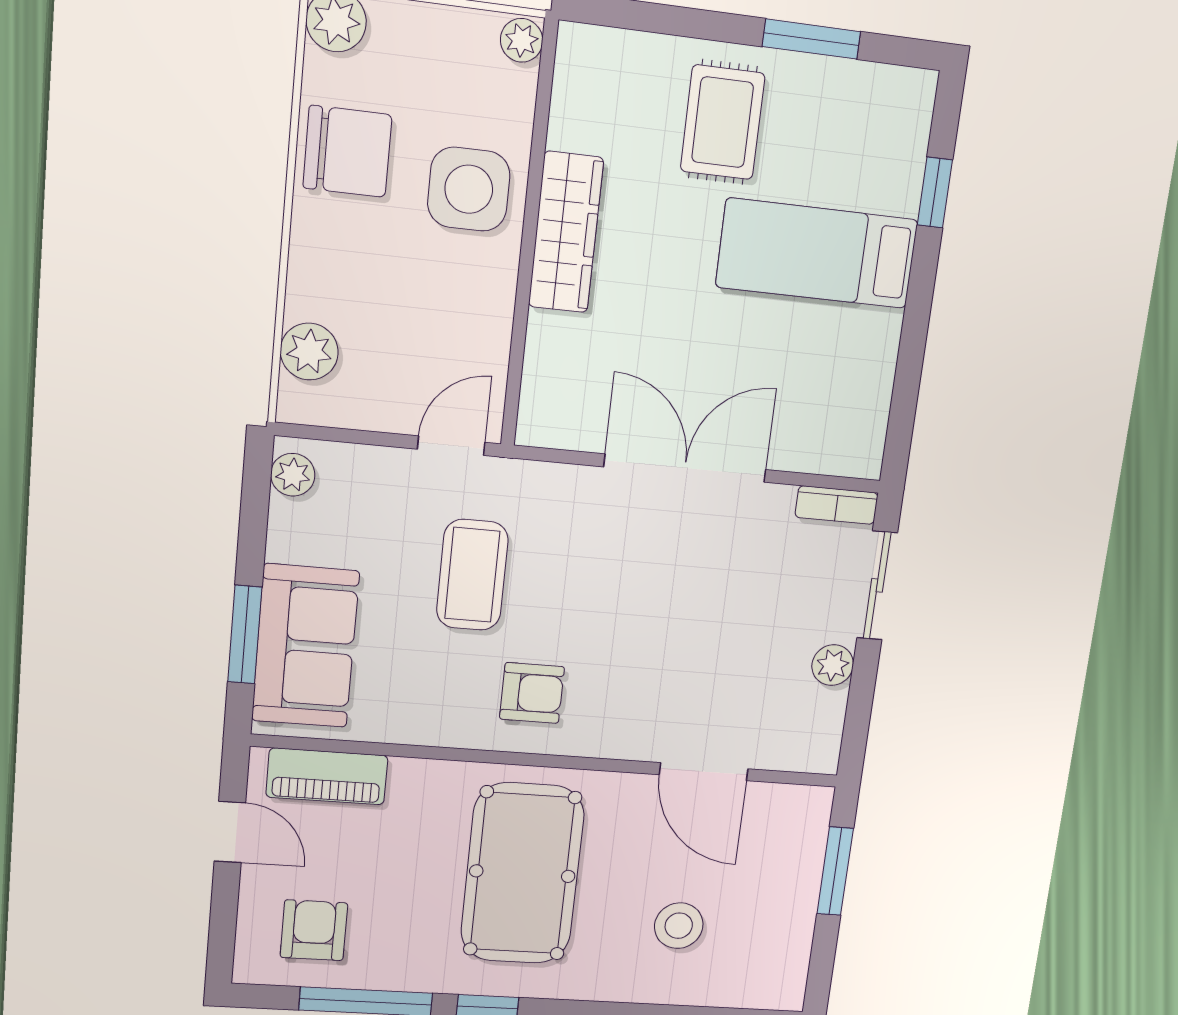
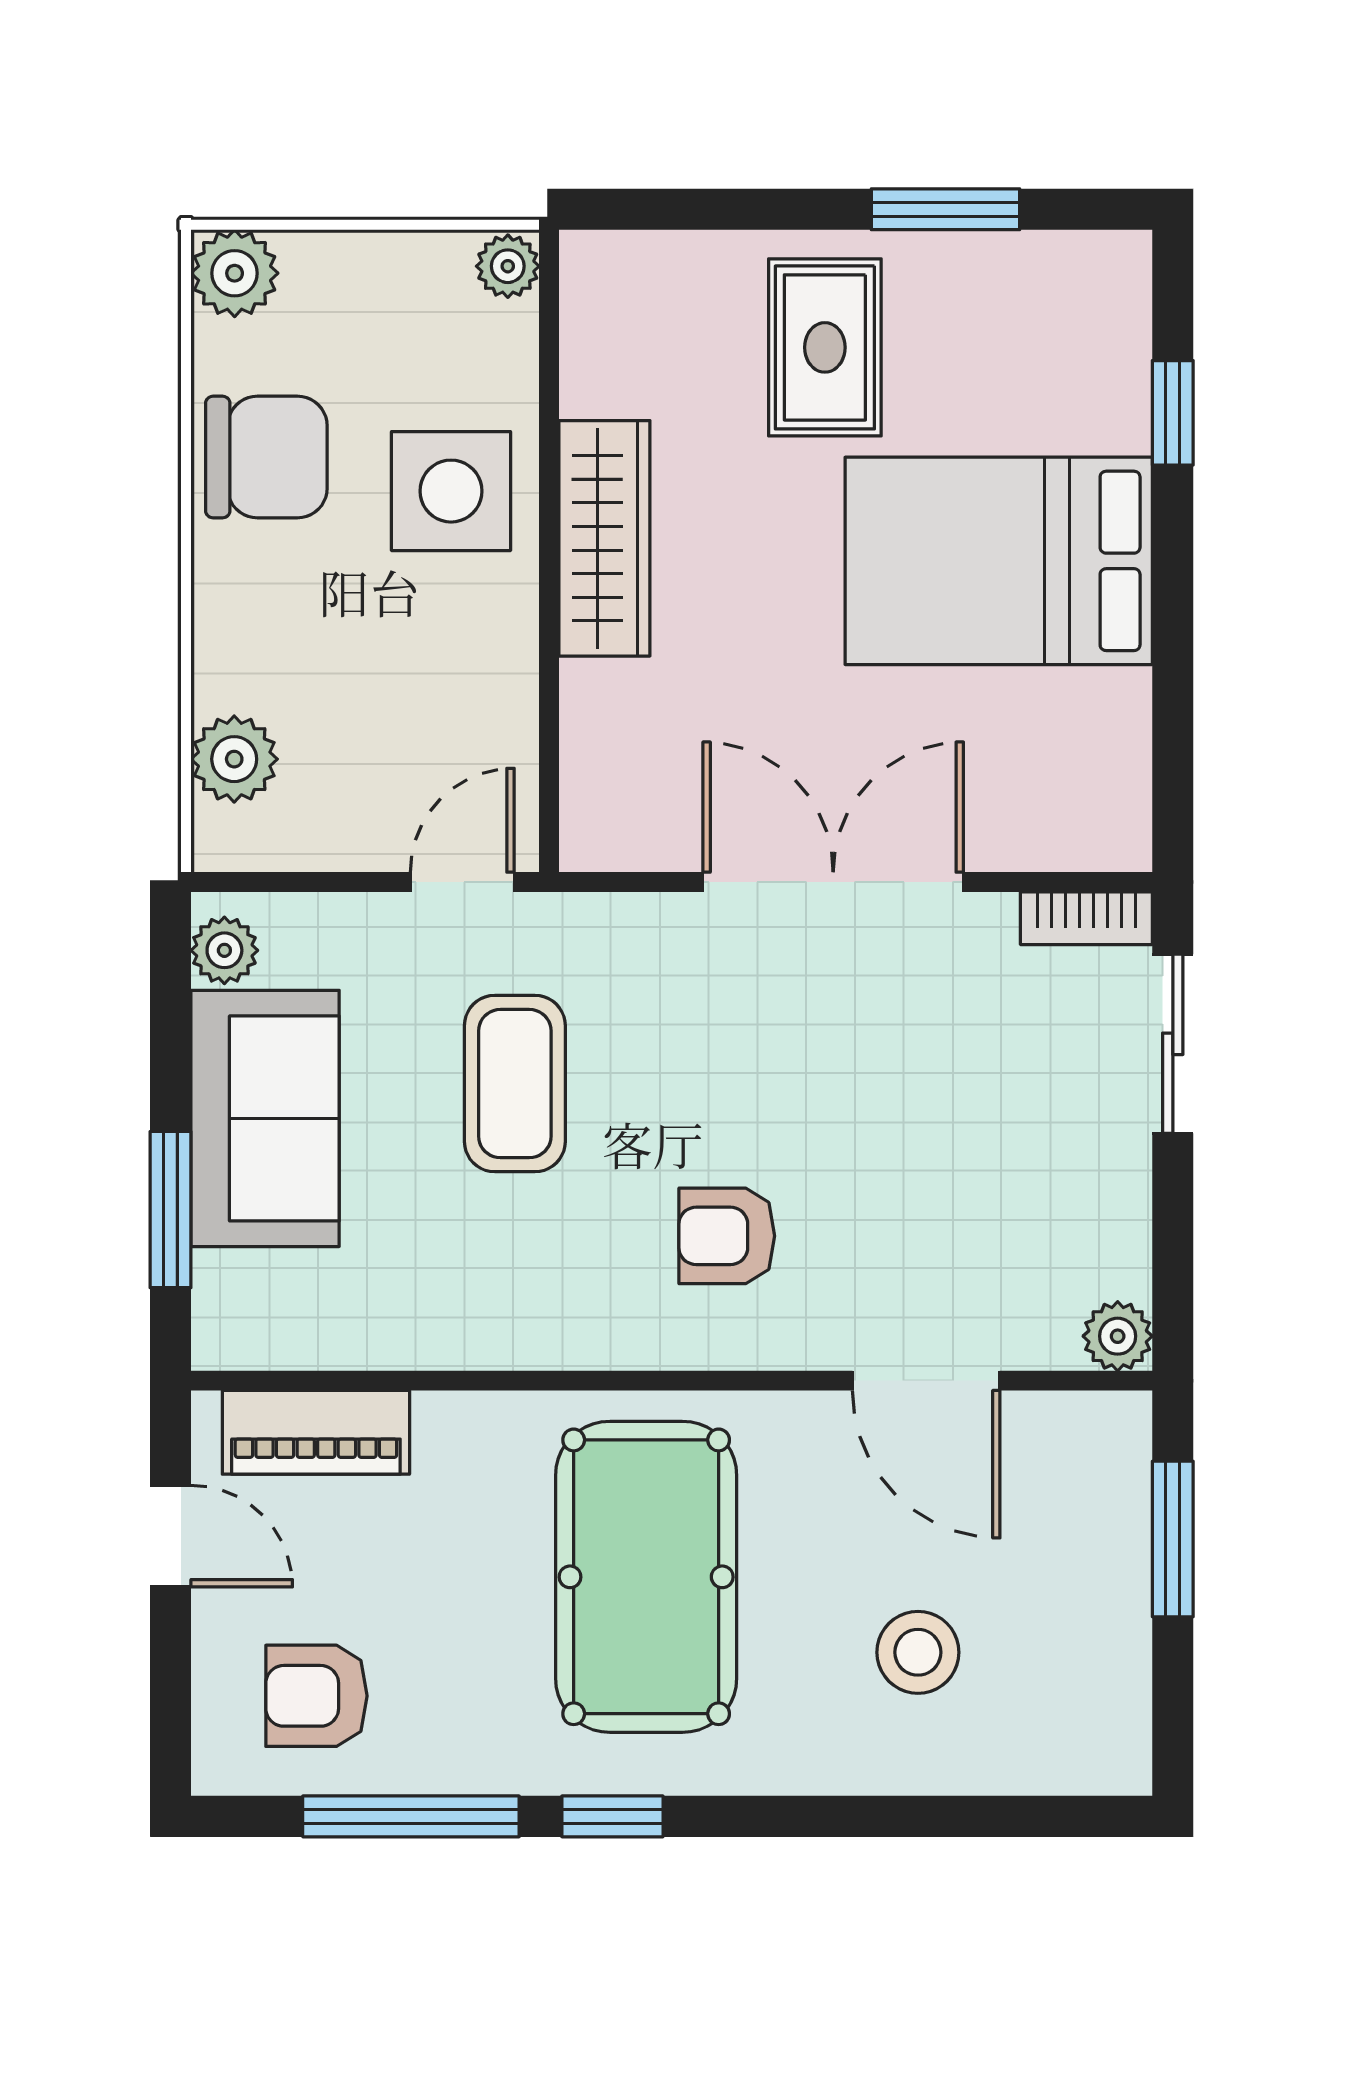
bed: (817, 253) -> (999, 561), width x1.50
sofa: (305, 646) -> (265, 1118), moved
plant: (833, 665) -> (1118, 1336), moved
armchair: (532, 693) -> (727, 1236), moved, turned 180
armchair: (314, 930) -> (316, 1696), turned -90

